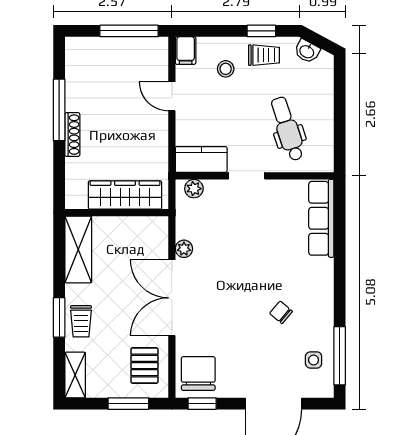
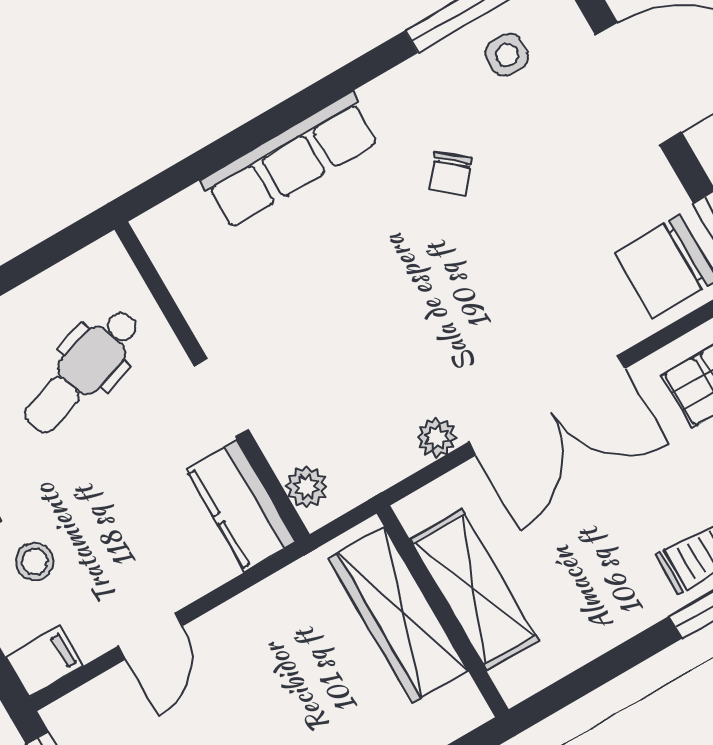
row of seats: (321, 218) -> (290, 161), moved
shelving: (78, 249) -> (474, 590), moved, turned 90

